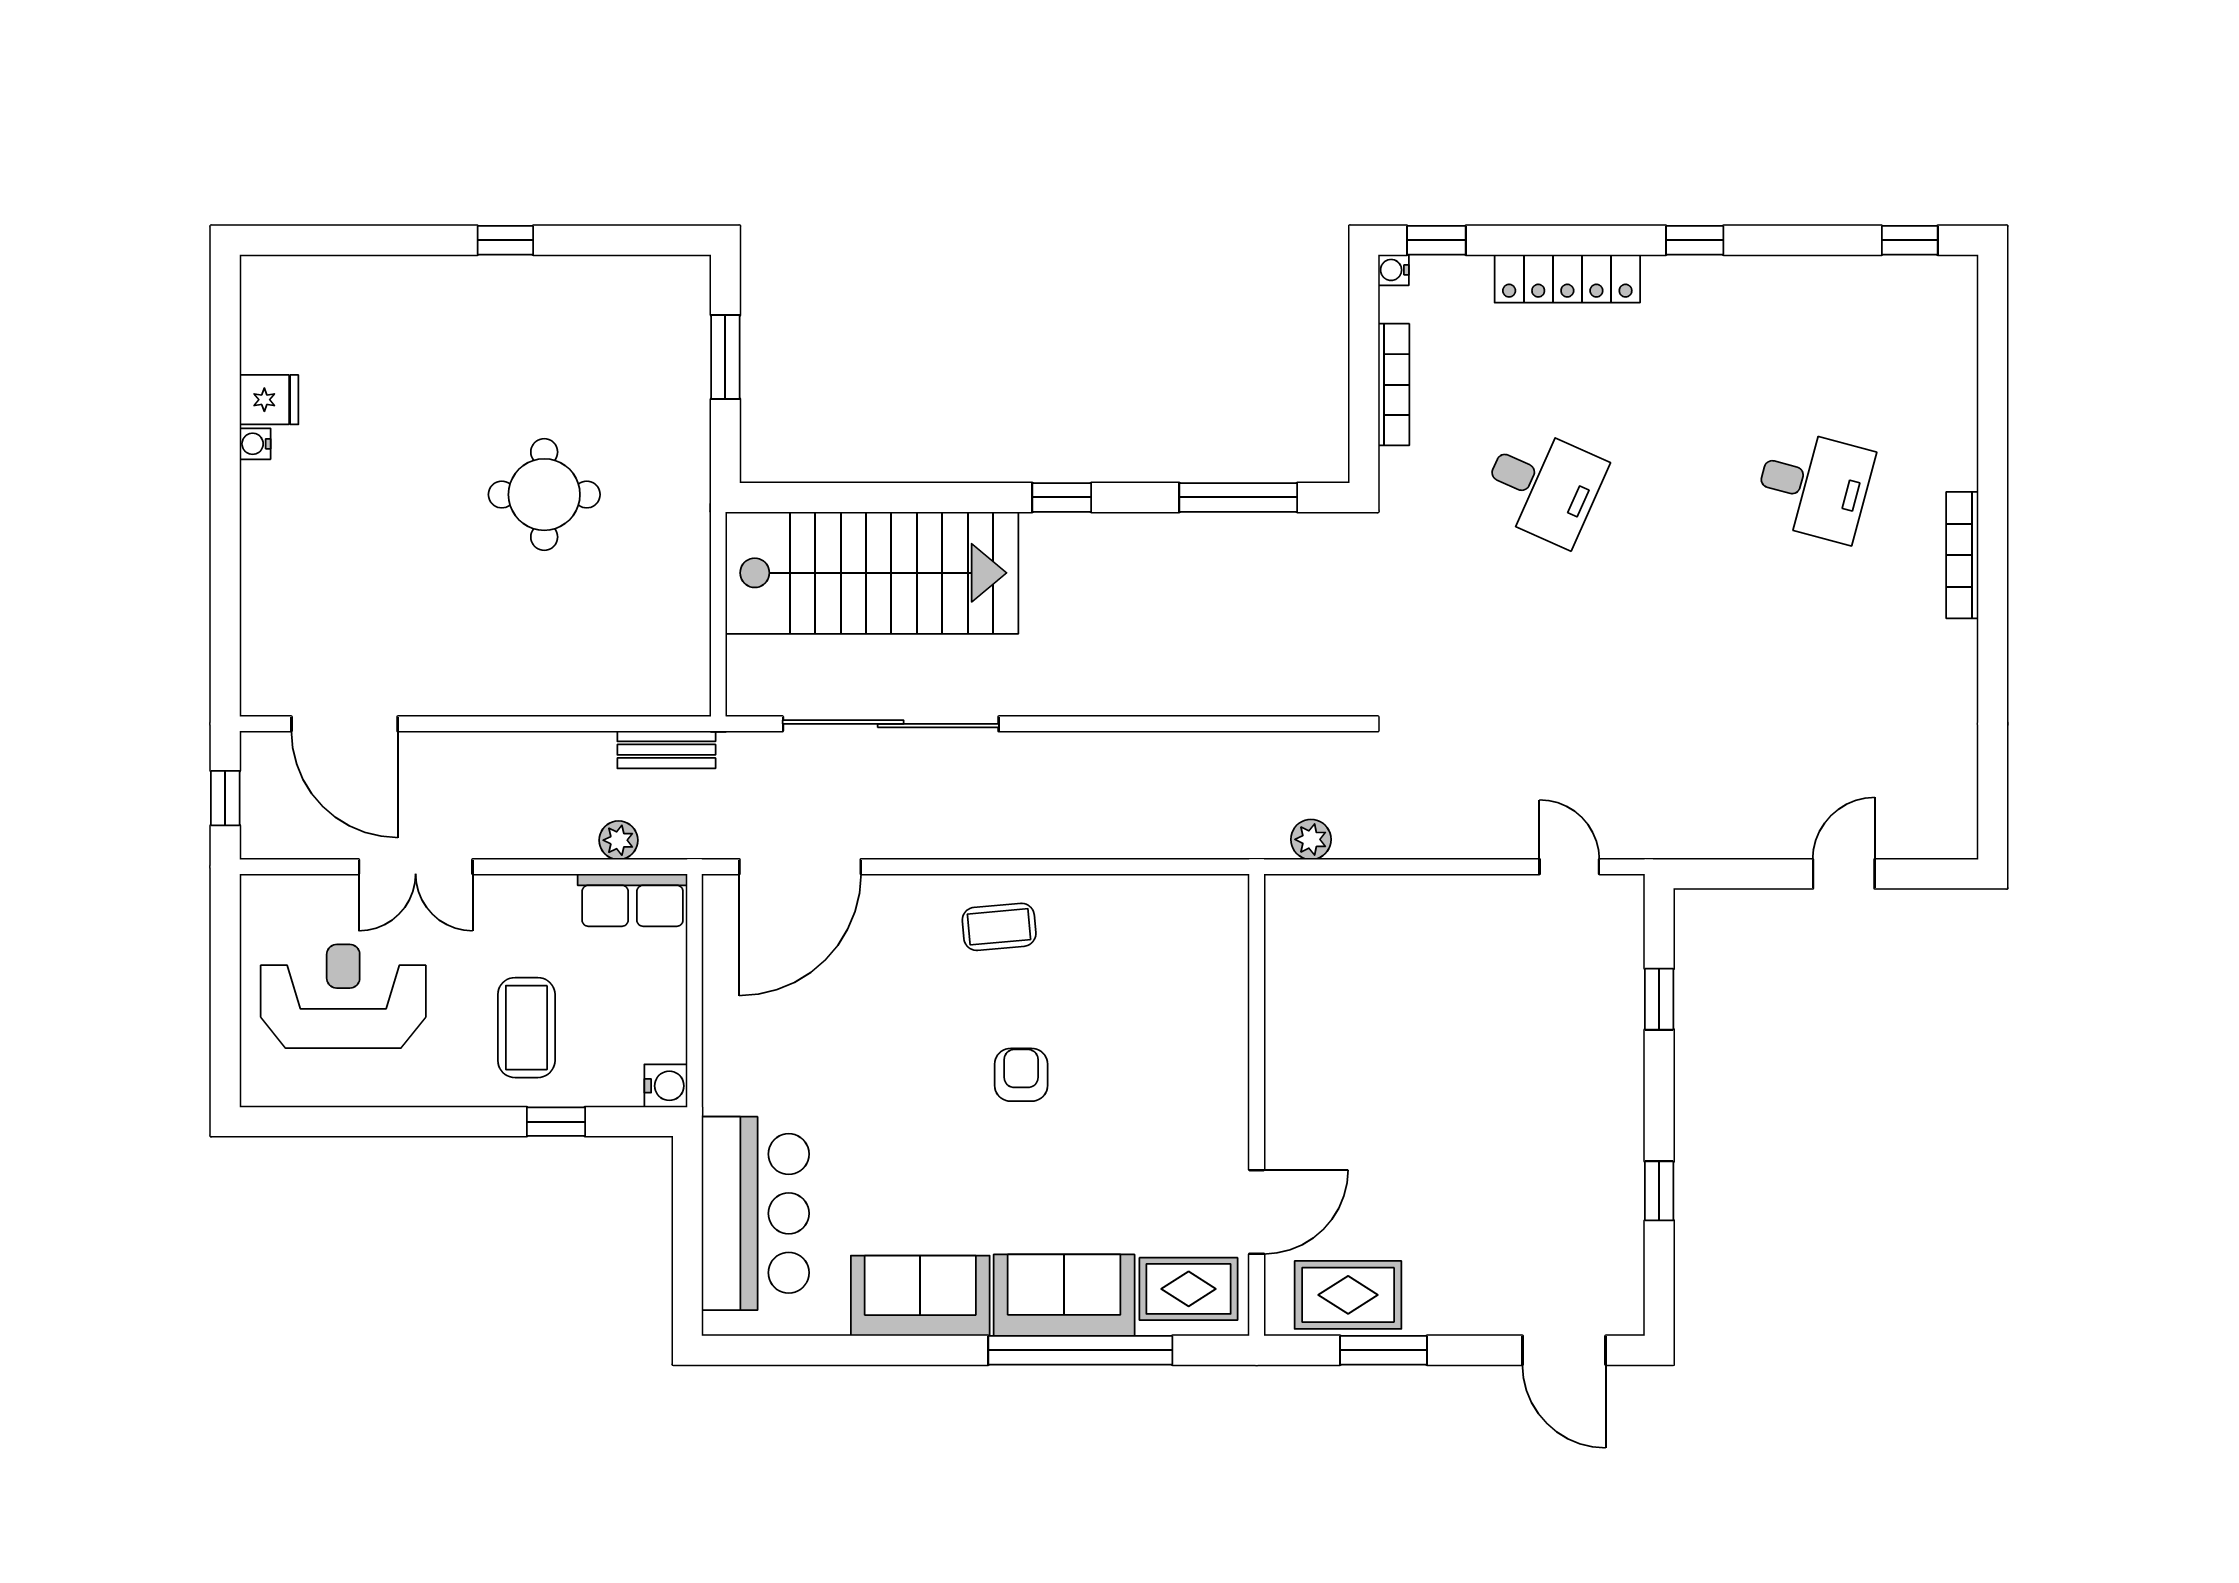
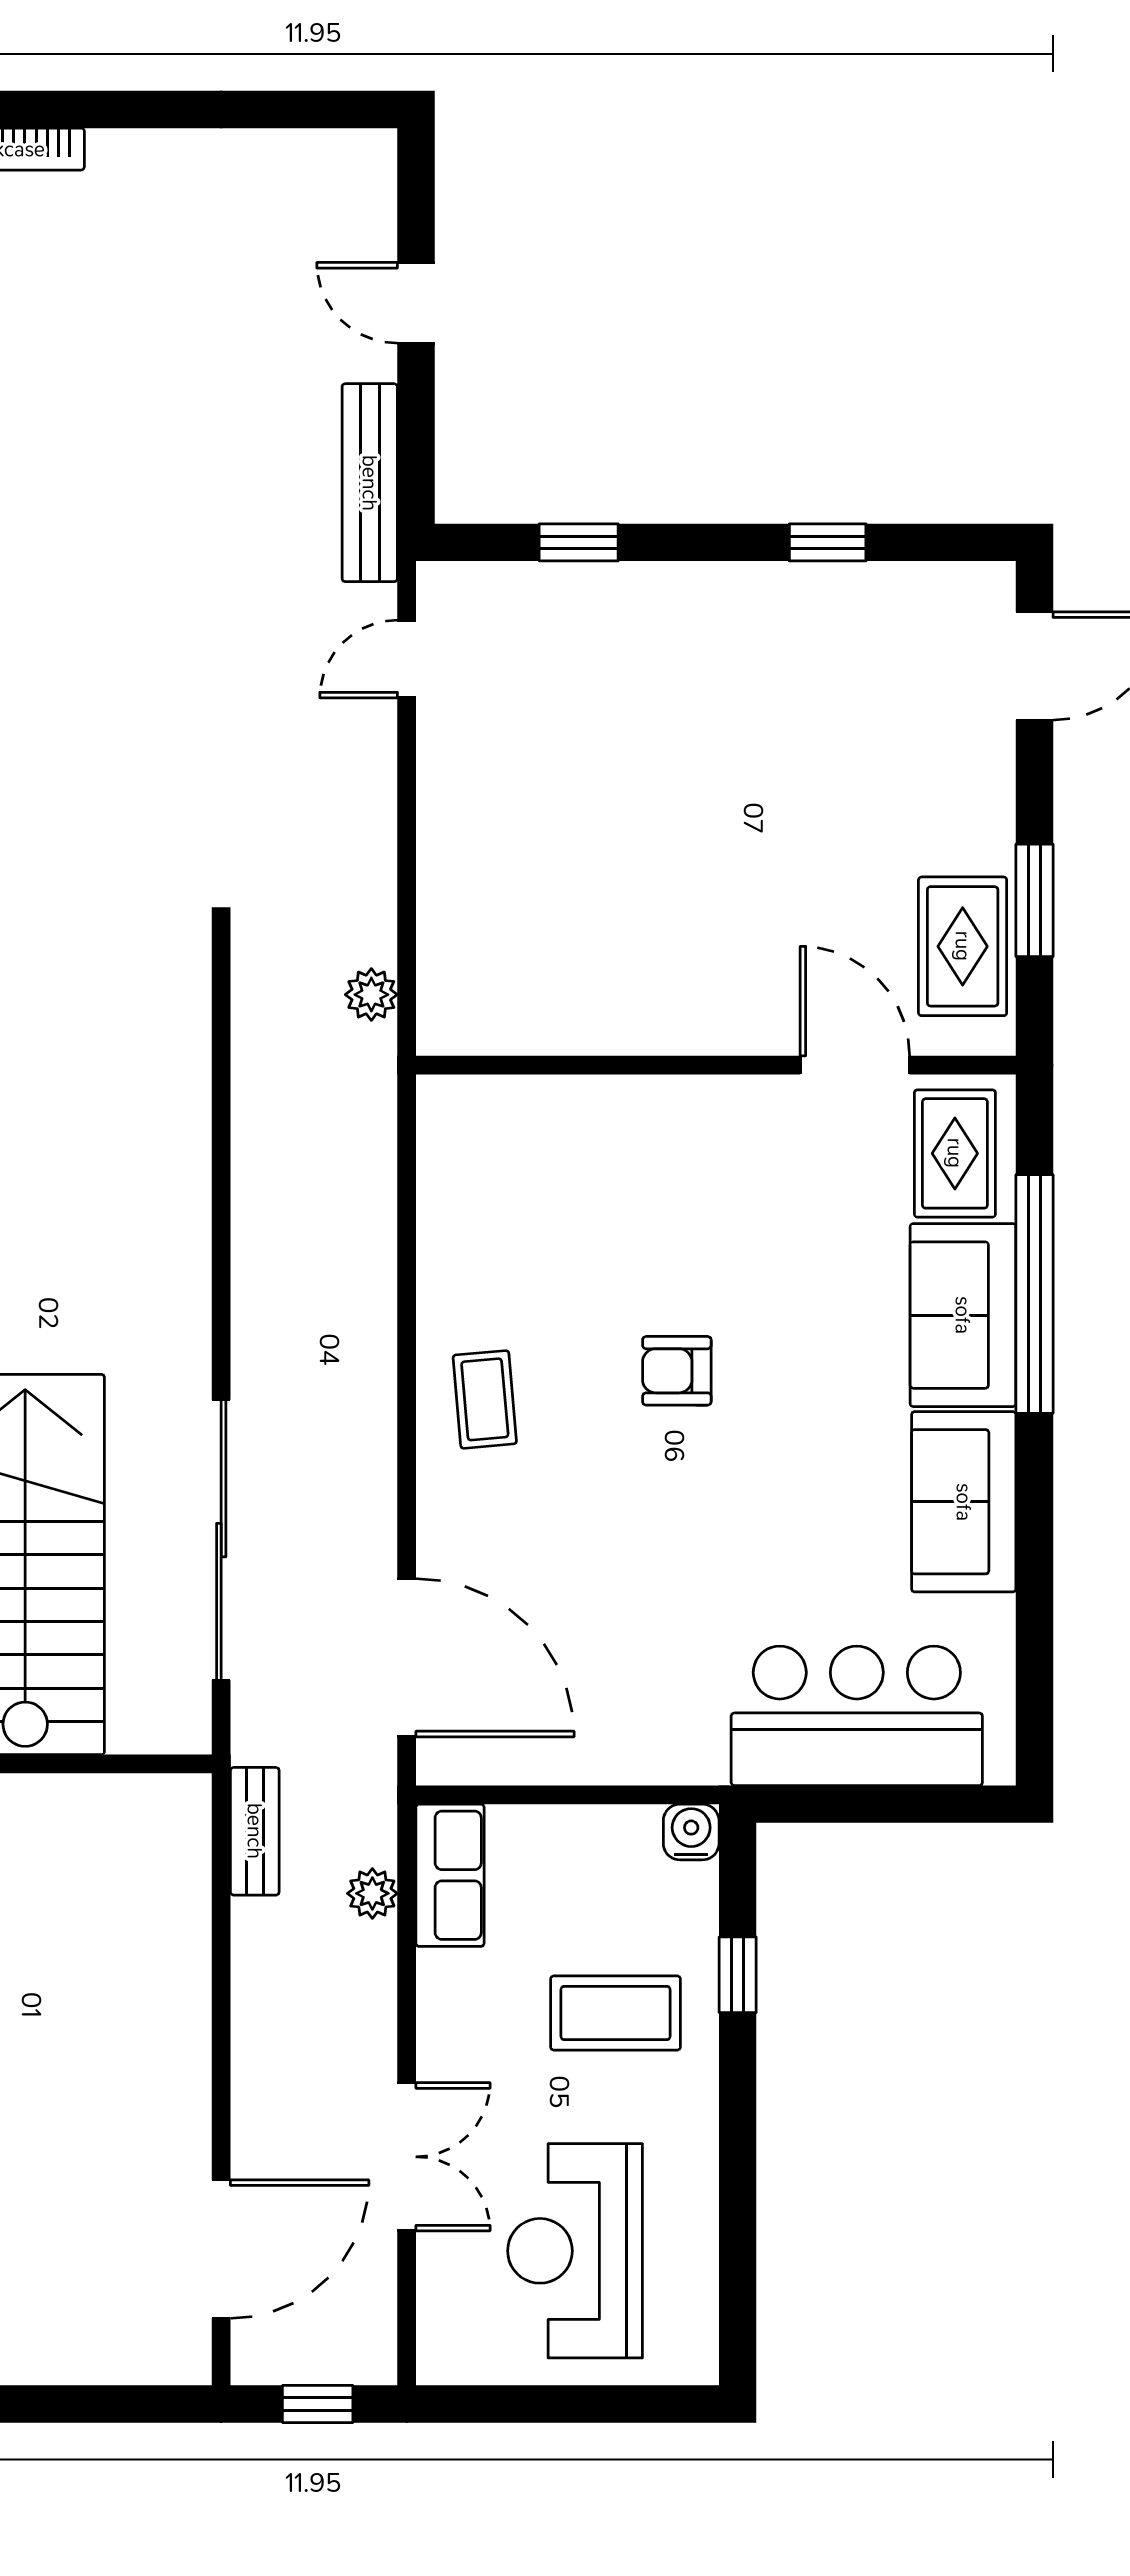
bench: (1705, 838) -> (370, 483), added

